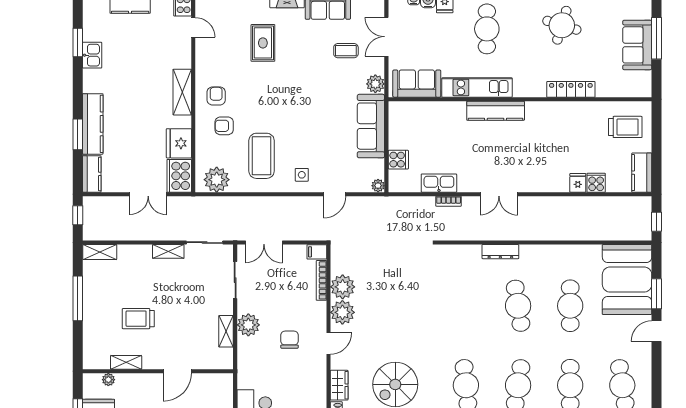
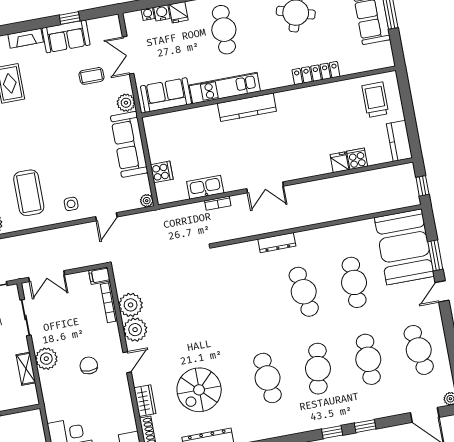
trolley: (625, 127) -> (375, 100), turned -90

